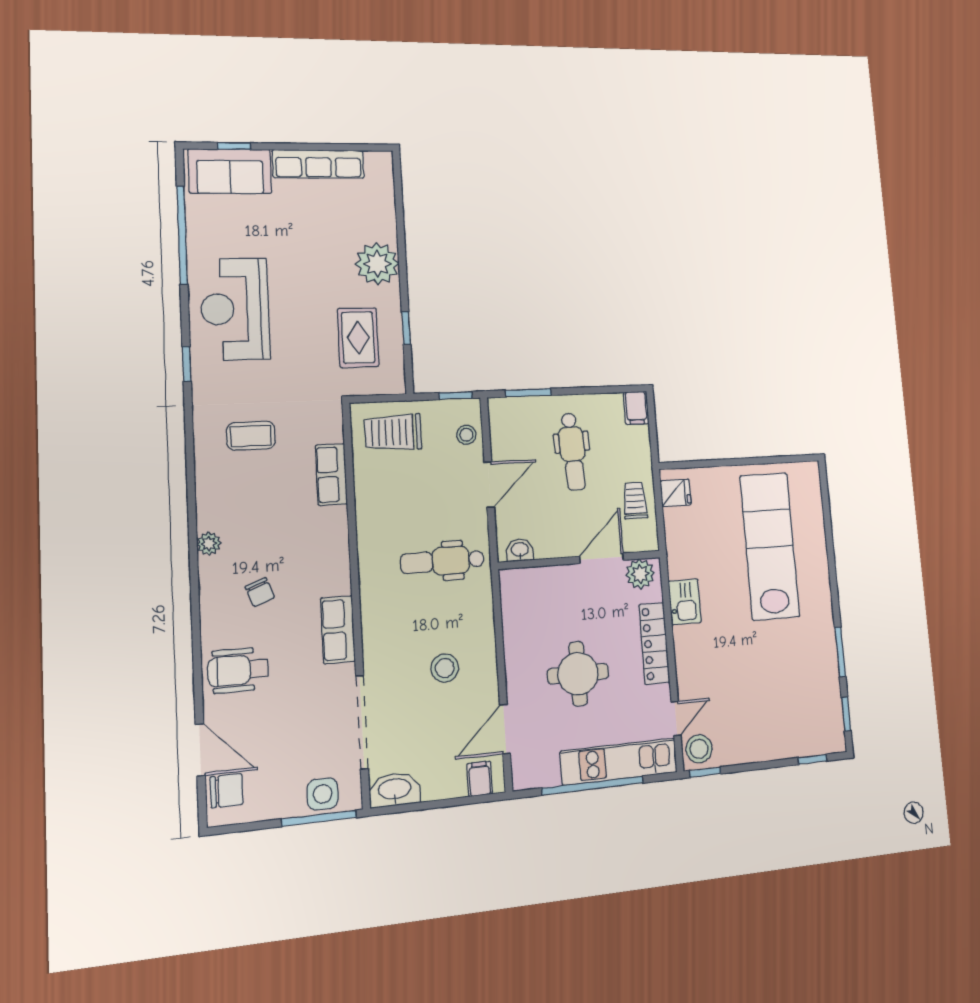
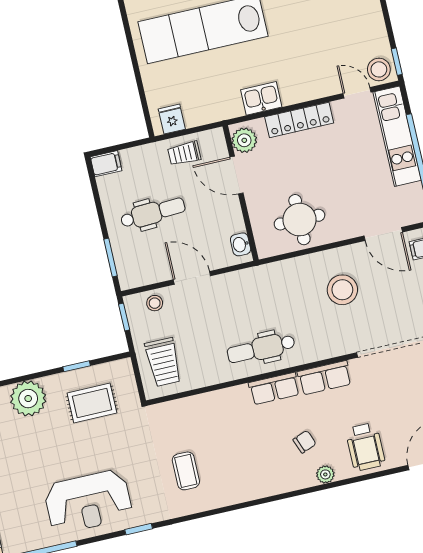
row of seats: (331, 474) -> (274, 389), moved
plant: (209, 544) -> (325, 474), moved
dental chair: (443, 561) -> (261, 349), moved, turned 90
stool: (445, 668) -> (342, 290), width x1.38, depth x1.38
round table: (578, 674) -> (299, 220), moved

